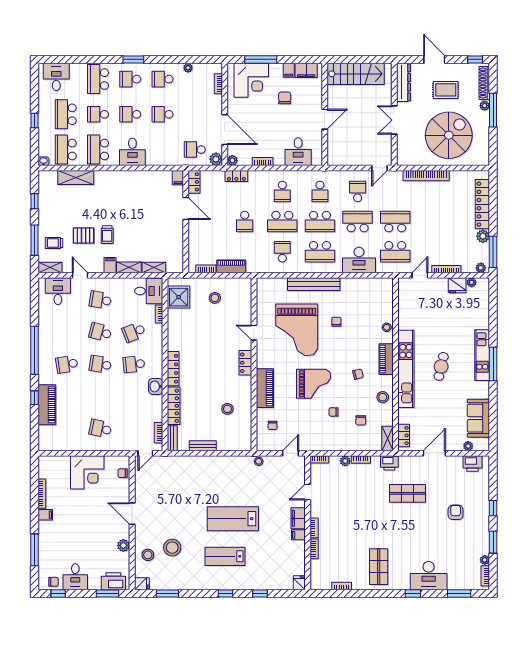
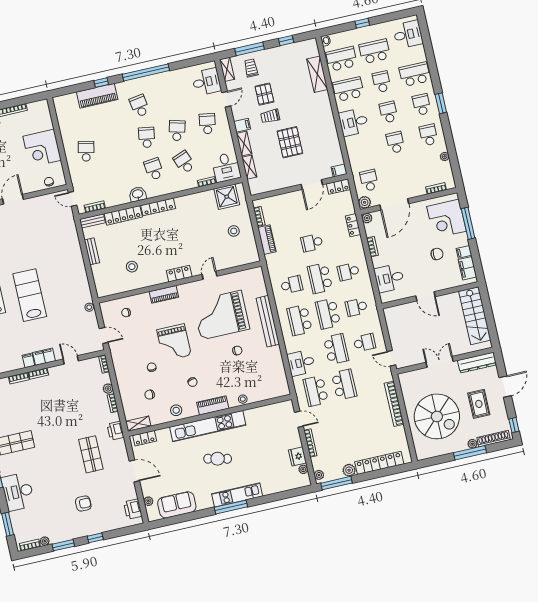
pallet: (138, 221) -> (290, 142), added
desk: (359, 260) -> (301, 363), width x0.73
piano: (265, 388) -> (164, 294), width x0.73, depth x0.75

